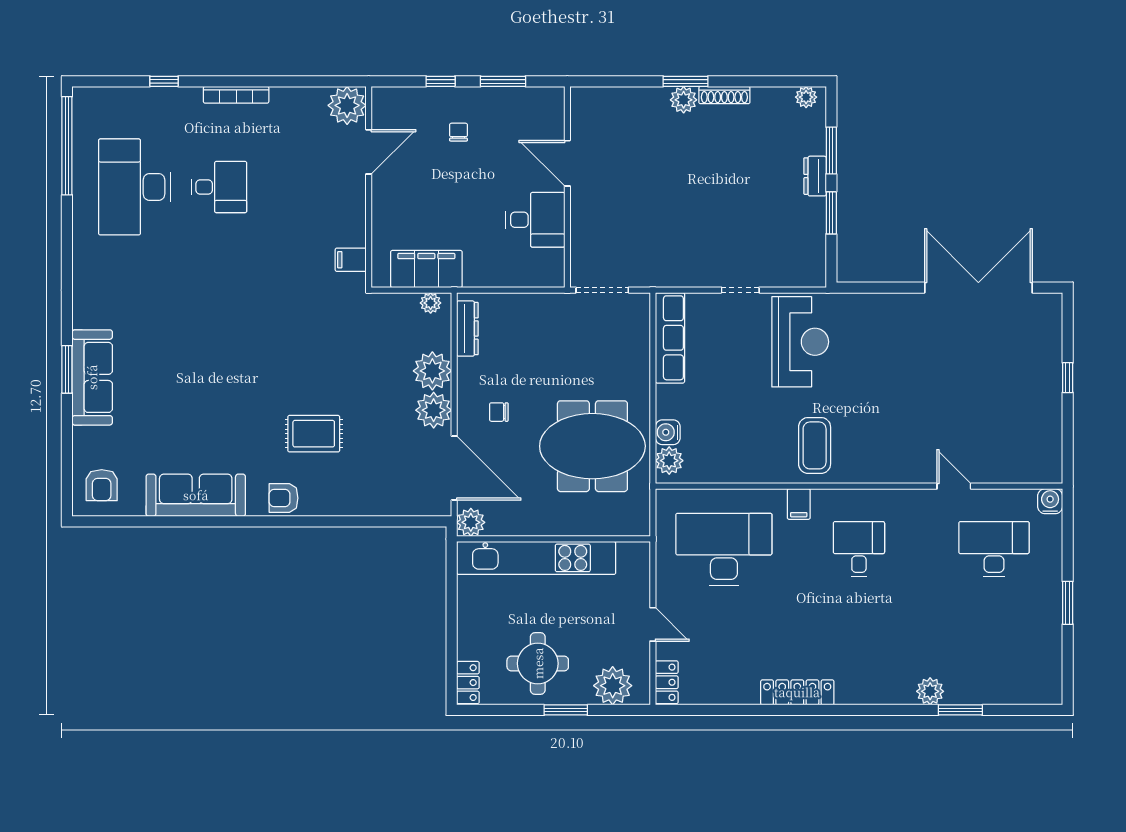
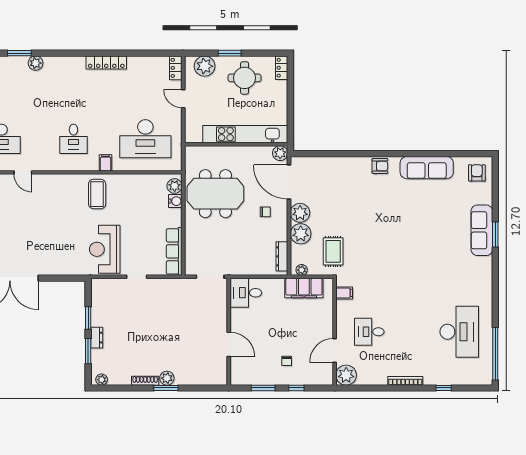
desk: (219, 187) -> (369, 332), moved
desk: (535, 220) -> (246, 293), moved
rug: (314, 434) -> (333, 251), moved, turned 90

